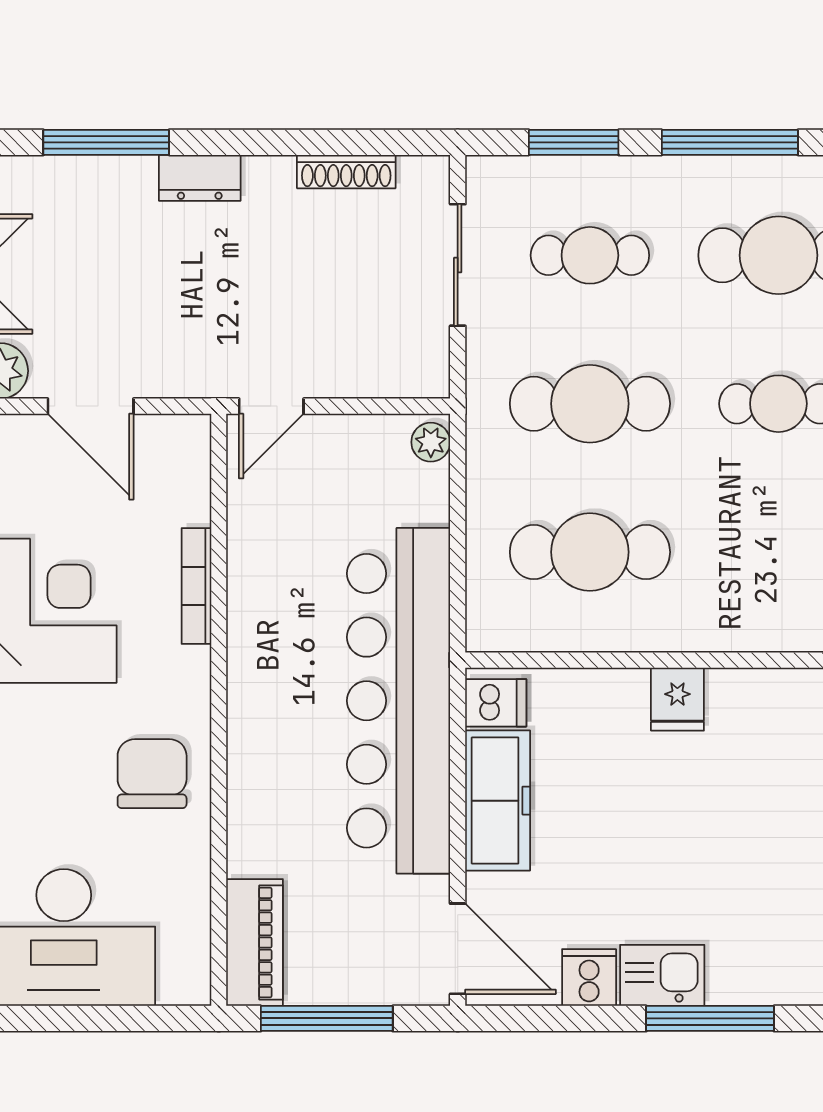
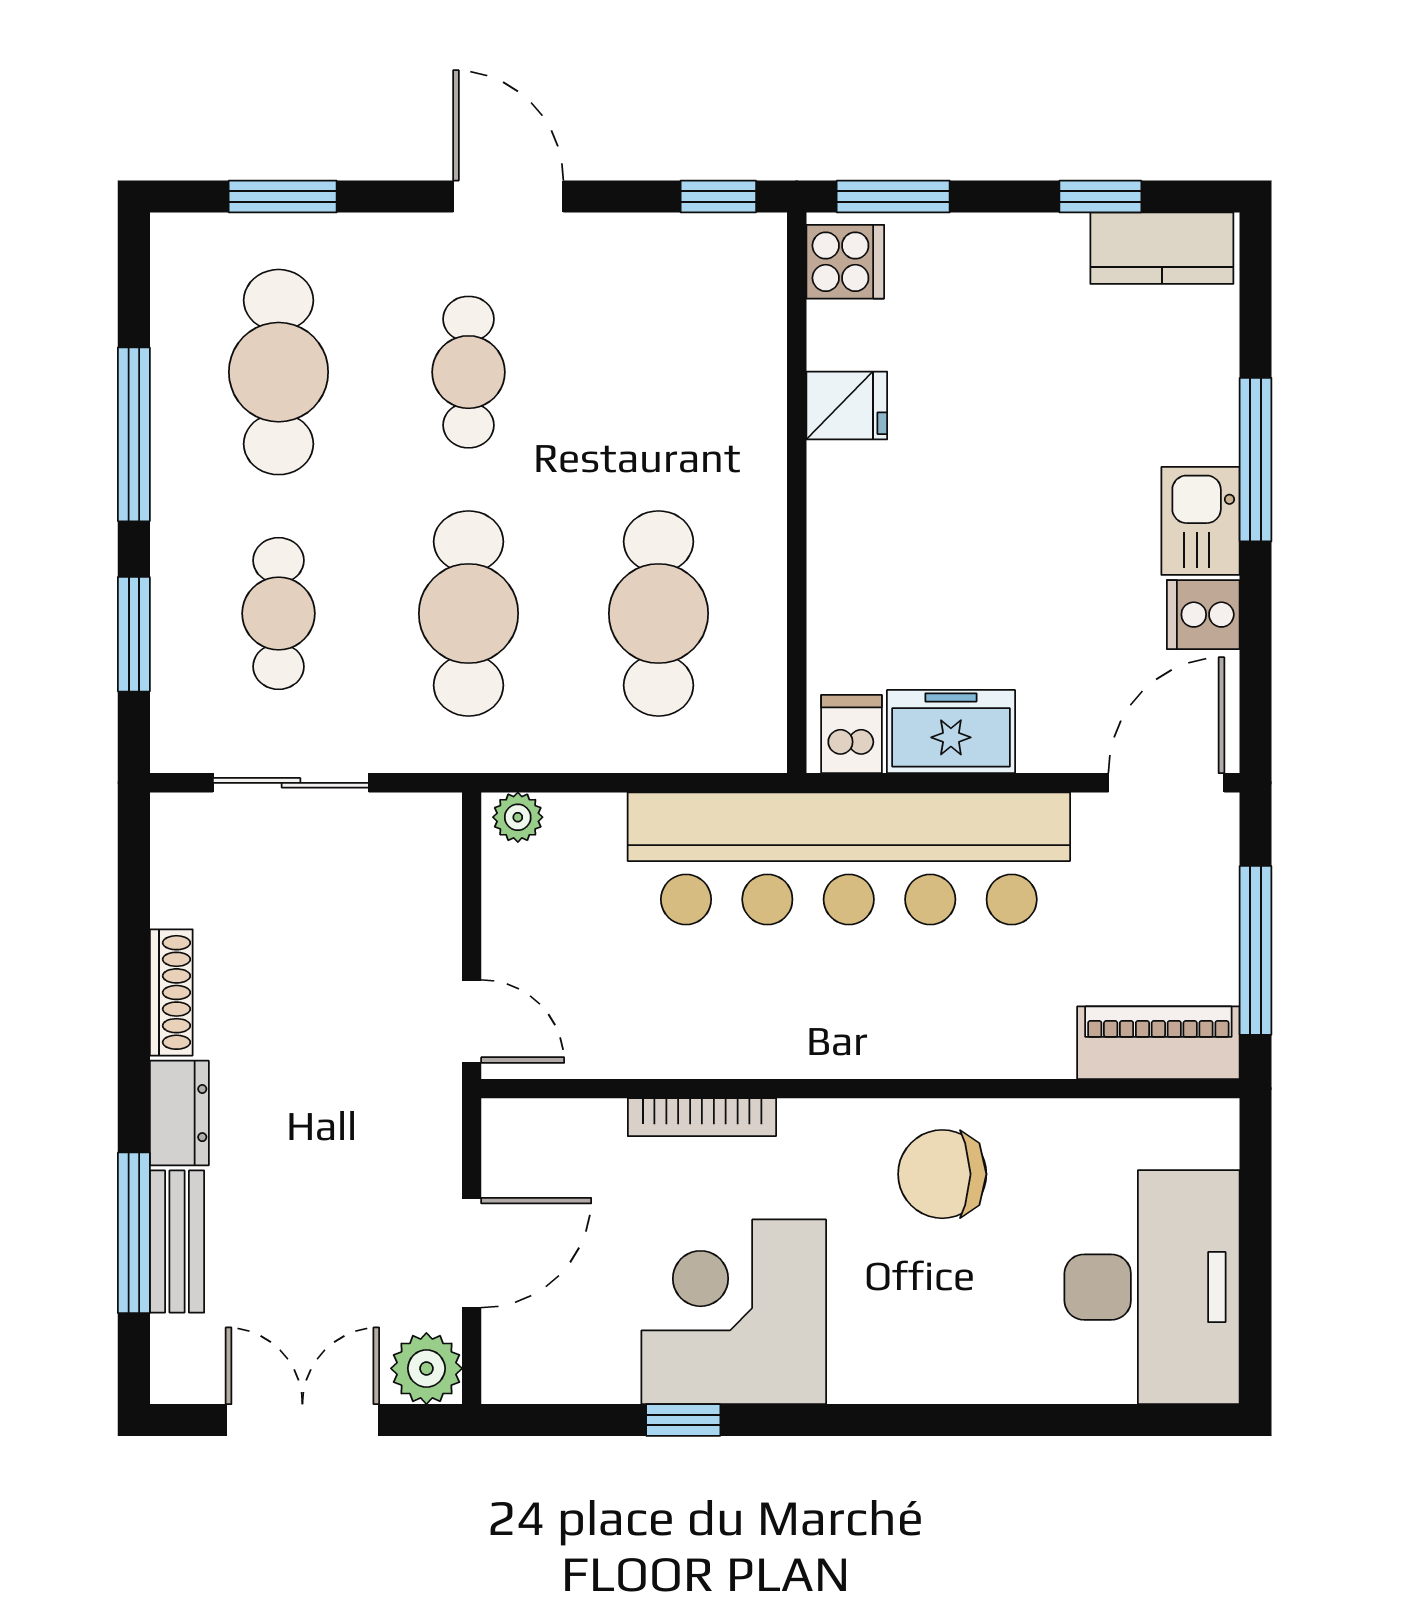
shoe rack: (346, 172) -> (171, 992), moved
bench: (99, 176) -> (177, 1242), added
fridge: (677, 699) -> (847, 406), moved
freezer: (498, 801) -> (951, 732), width x0.71

